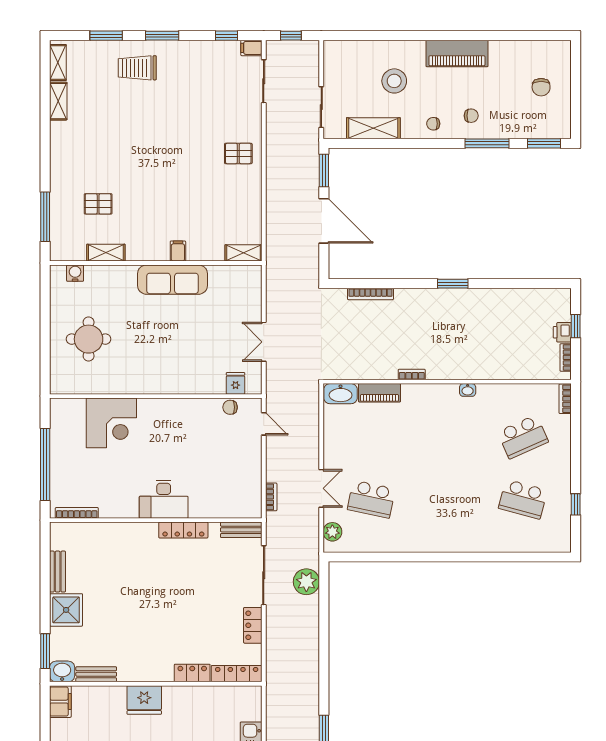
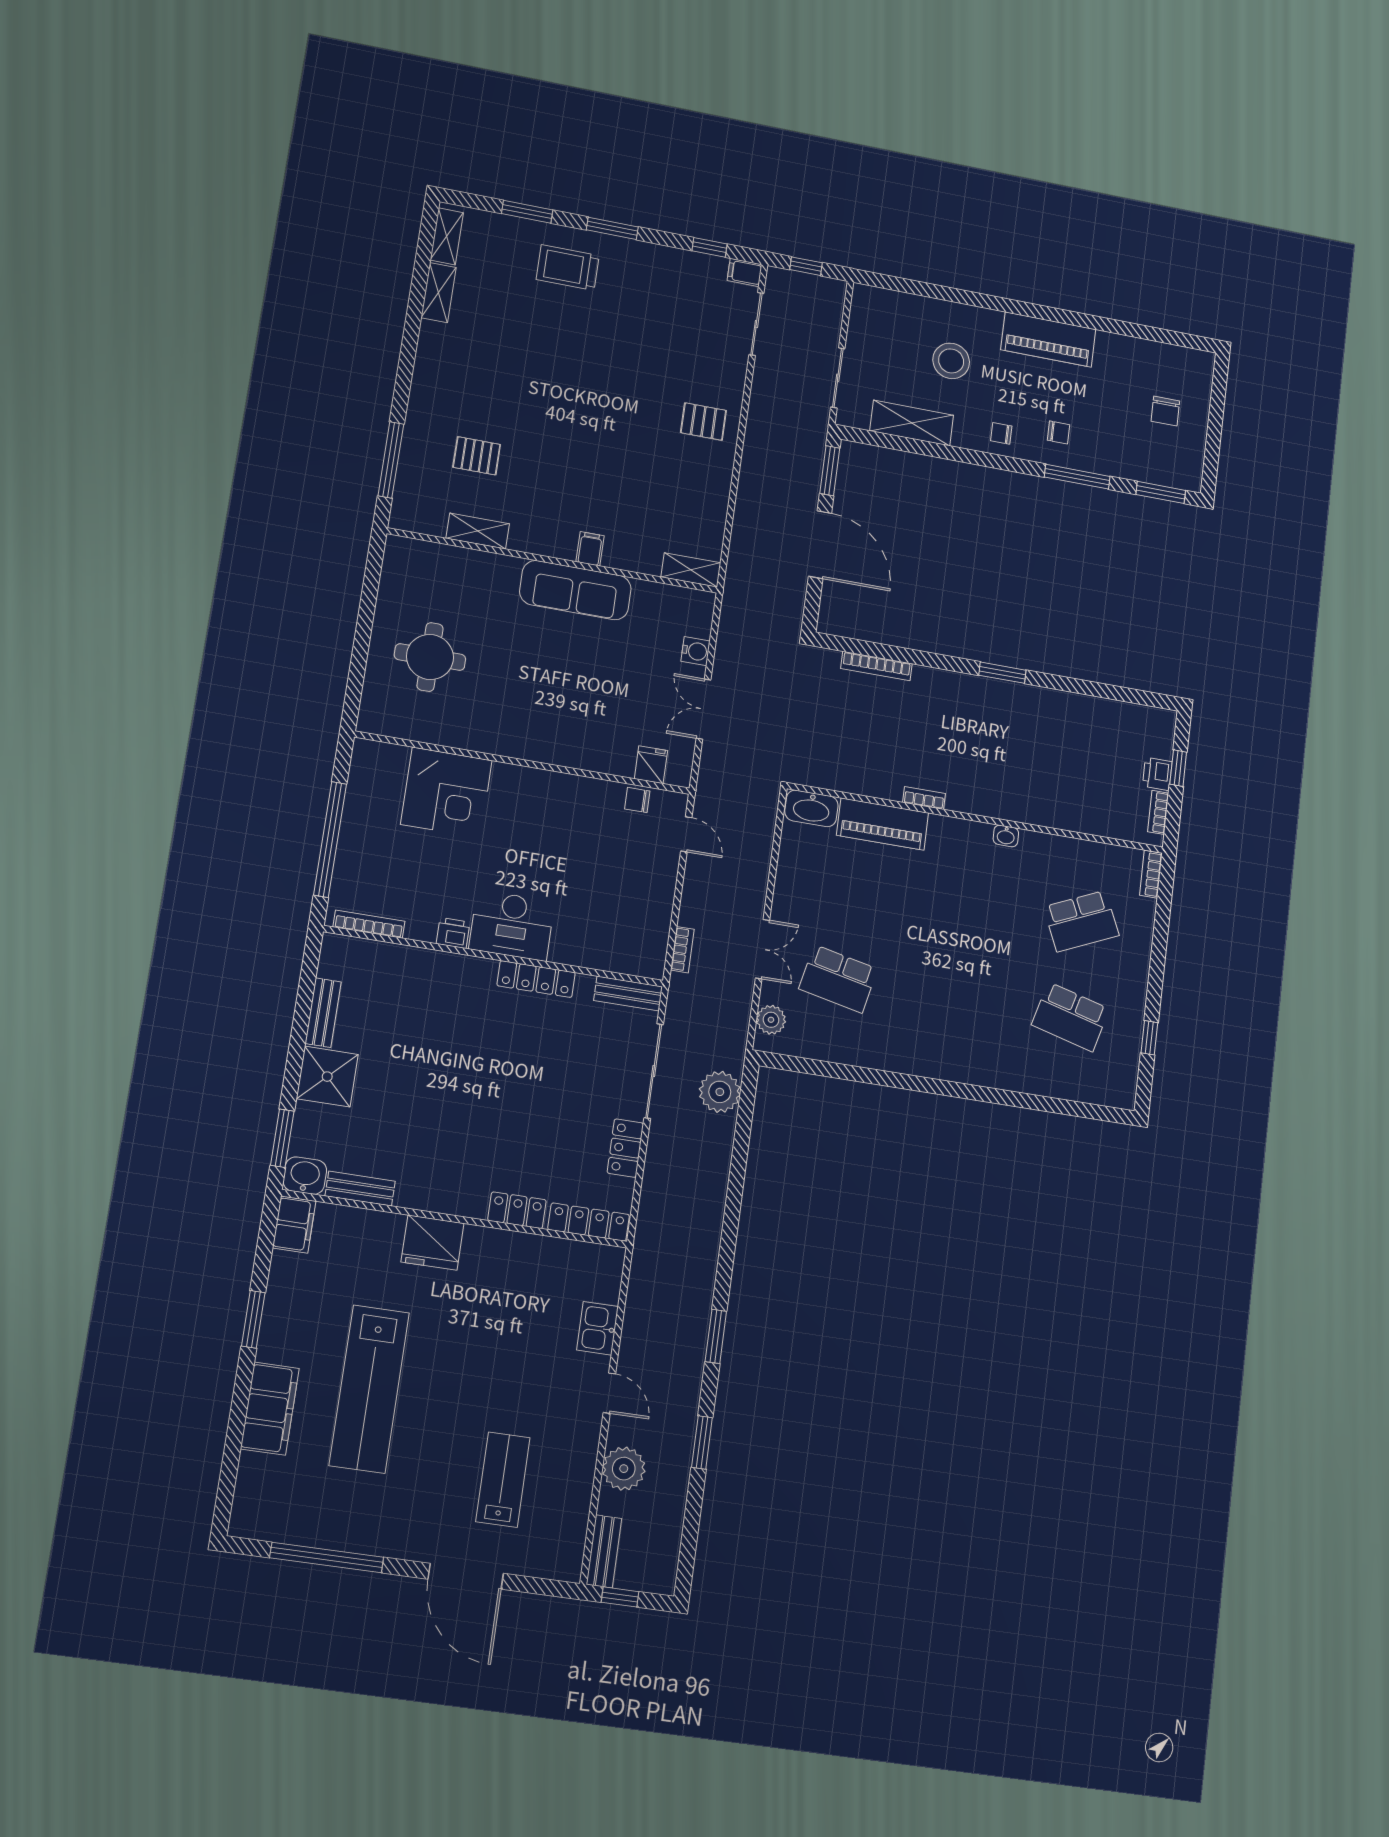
water cooler: (75, 273) -> (695, 651), moved, turned 90
piano: (380, 393) -> (882, 824), width x1.37, depth x1.33
printer: (129, 510) -> (453, 933), added

